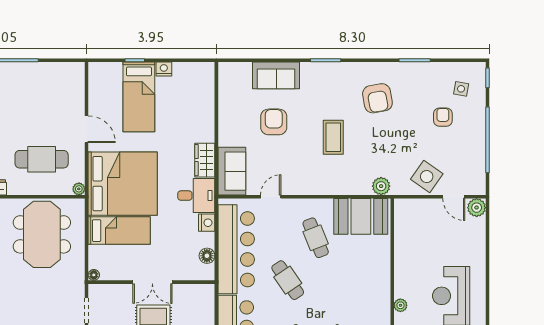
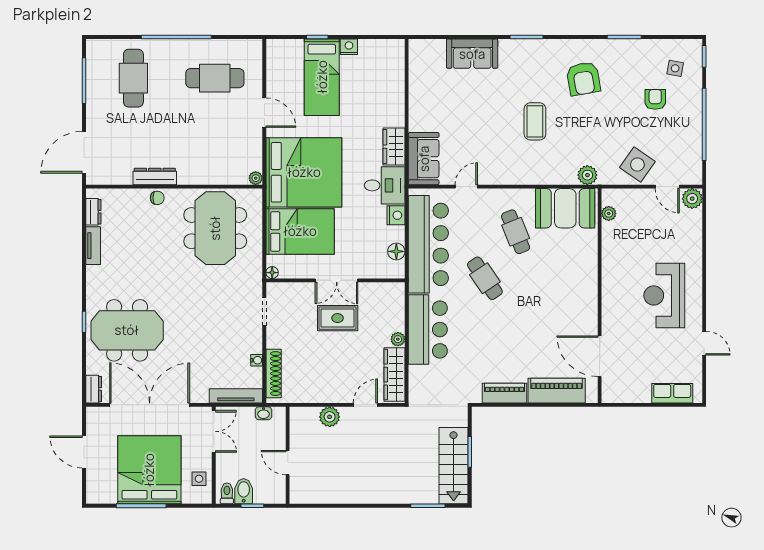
armchair: (274, 122) -> (470, 105), removed
cafe table: (42, 159) -> (215, 78), moved
bed: (119, 231) -> (300, 231), width x1.50
plant: (400, 305) -> (609, 213), moved

